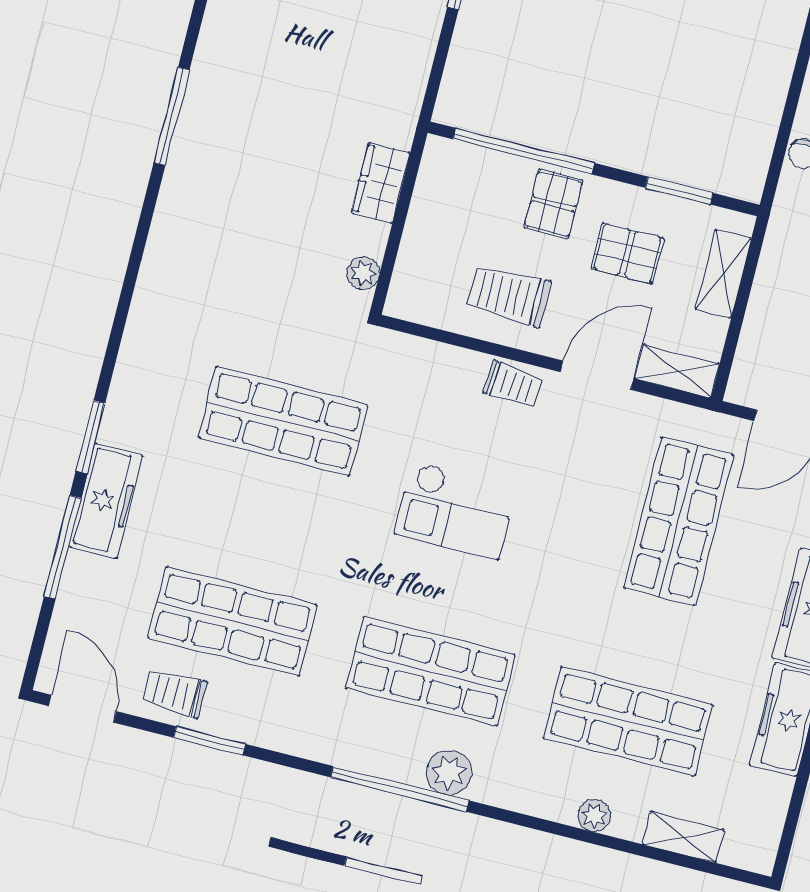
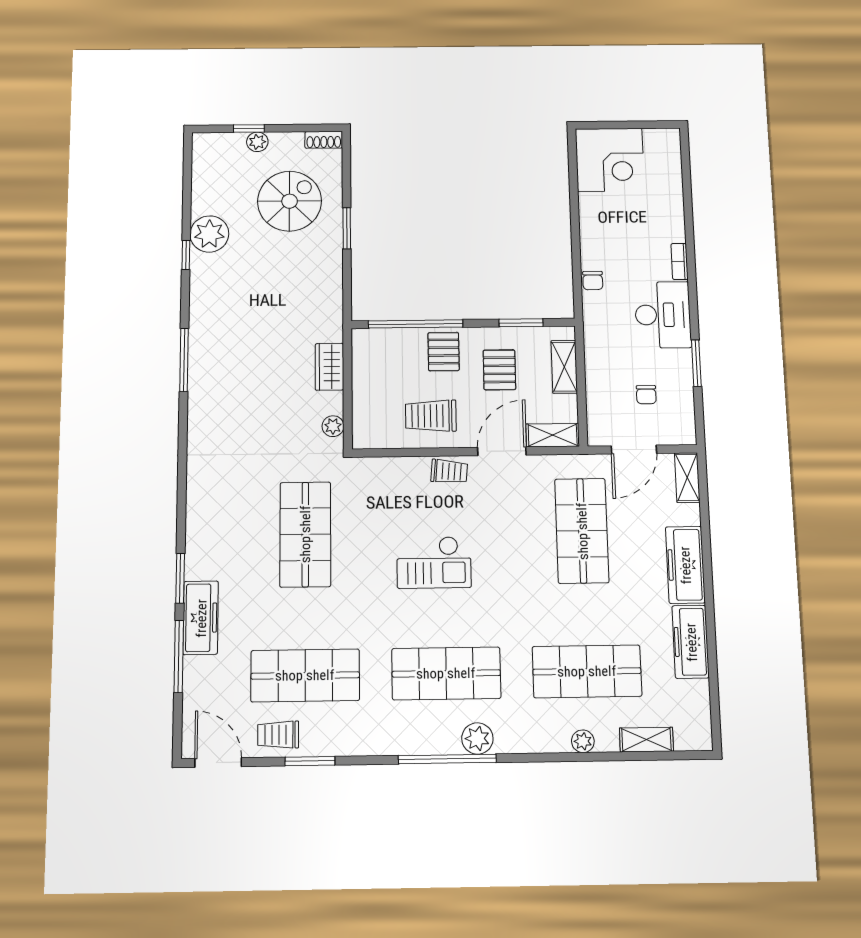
pallet: (627, 253) -> (499, 370), turned 90
shop shelf: (283, 421) -> (305, 534), turned 90

